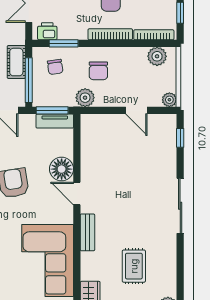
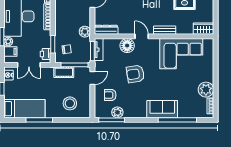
chair: (98, 71) -> (69, 24), removed
dresser: (88, 134) -> (106, 30), added
door: (77, 193) -> (142, 36), swing flipped

